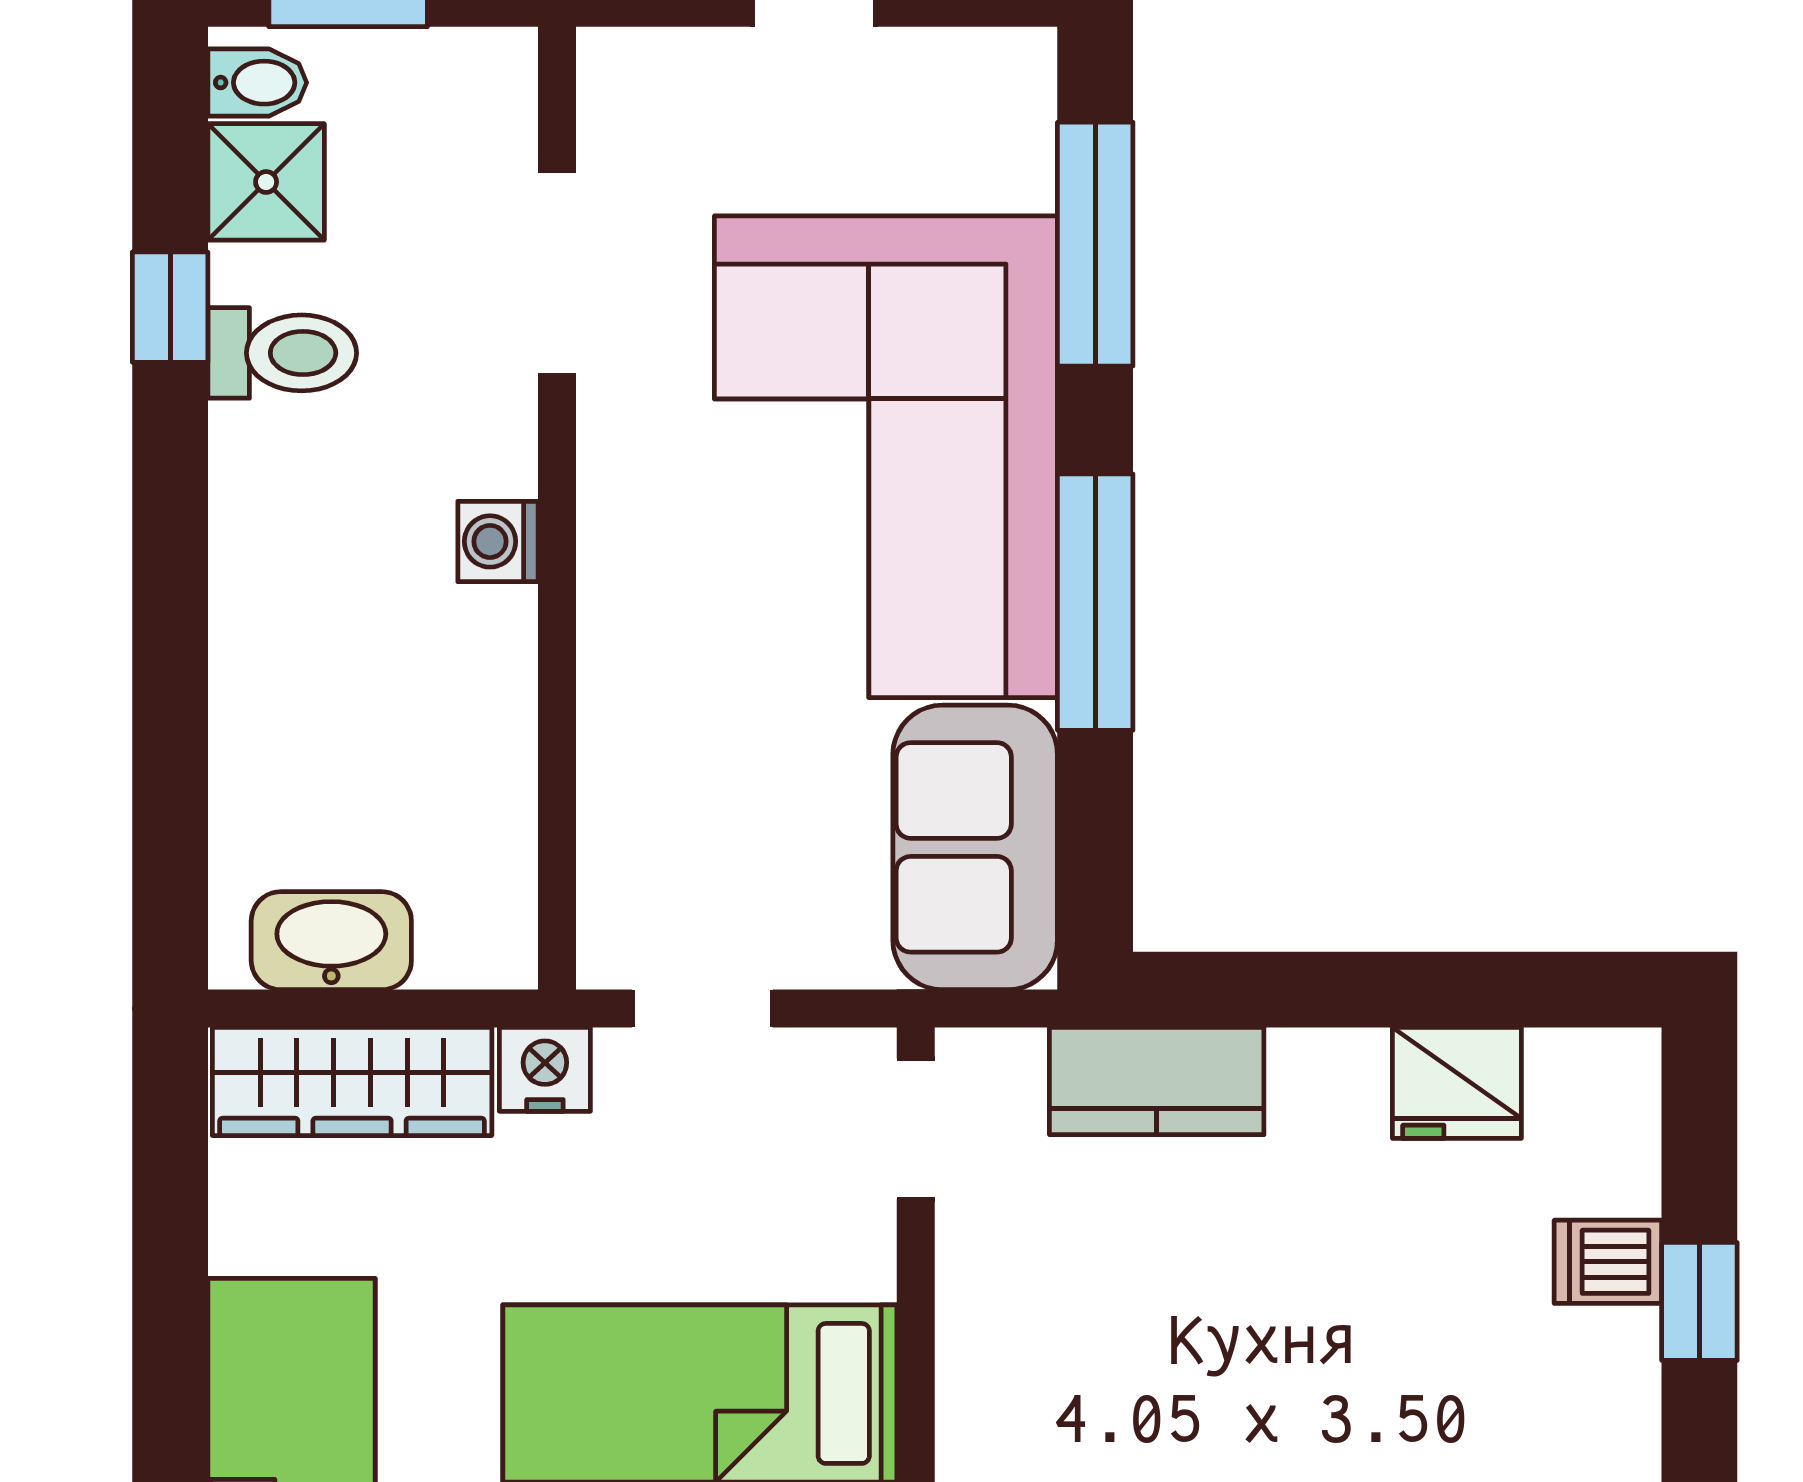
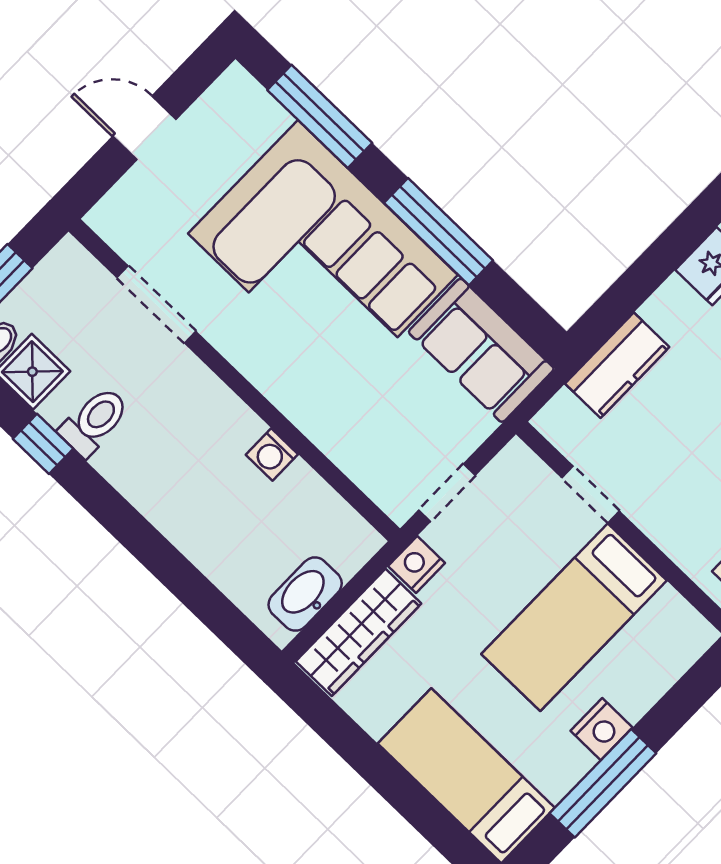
washing machine: (498, 541) -> (272, 454), moved
doorway: (916, 1129) -> (591, 494), moved

